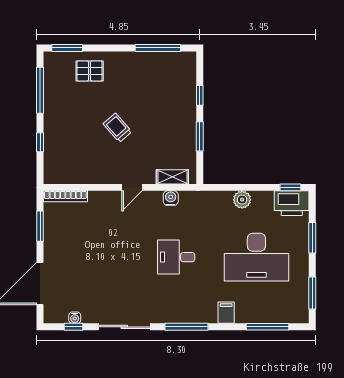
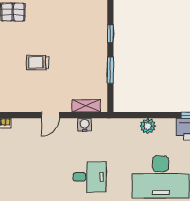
trolley: (117, 128) -> (38, 62), turned -49
desk: (176, 257) -> (90, 177), turned 180

